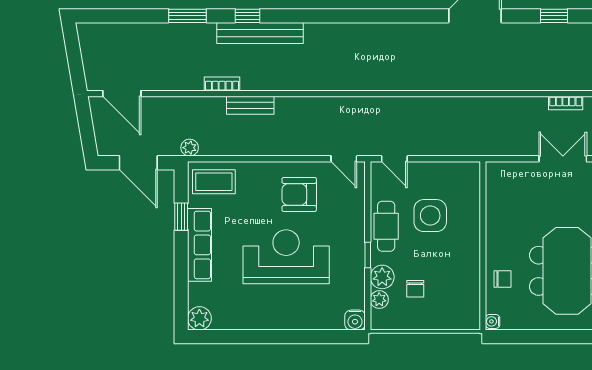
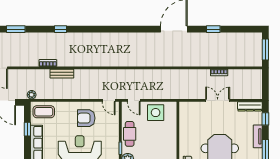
window: (187, 16) -> (16, 29), moved
bench: (260, 33) -> (67, 38), removed
side table: (430, 216) -> (156, 113), moved

